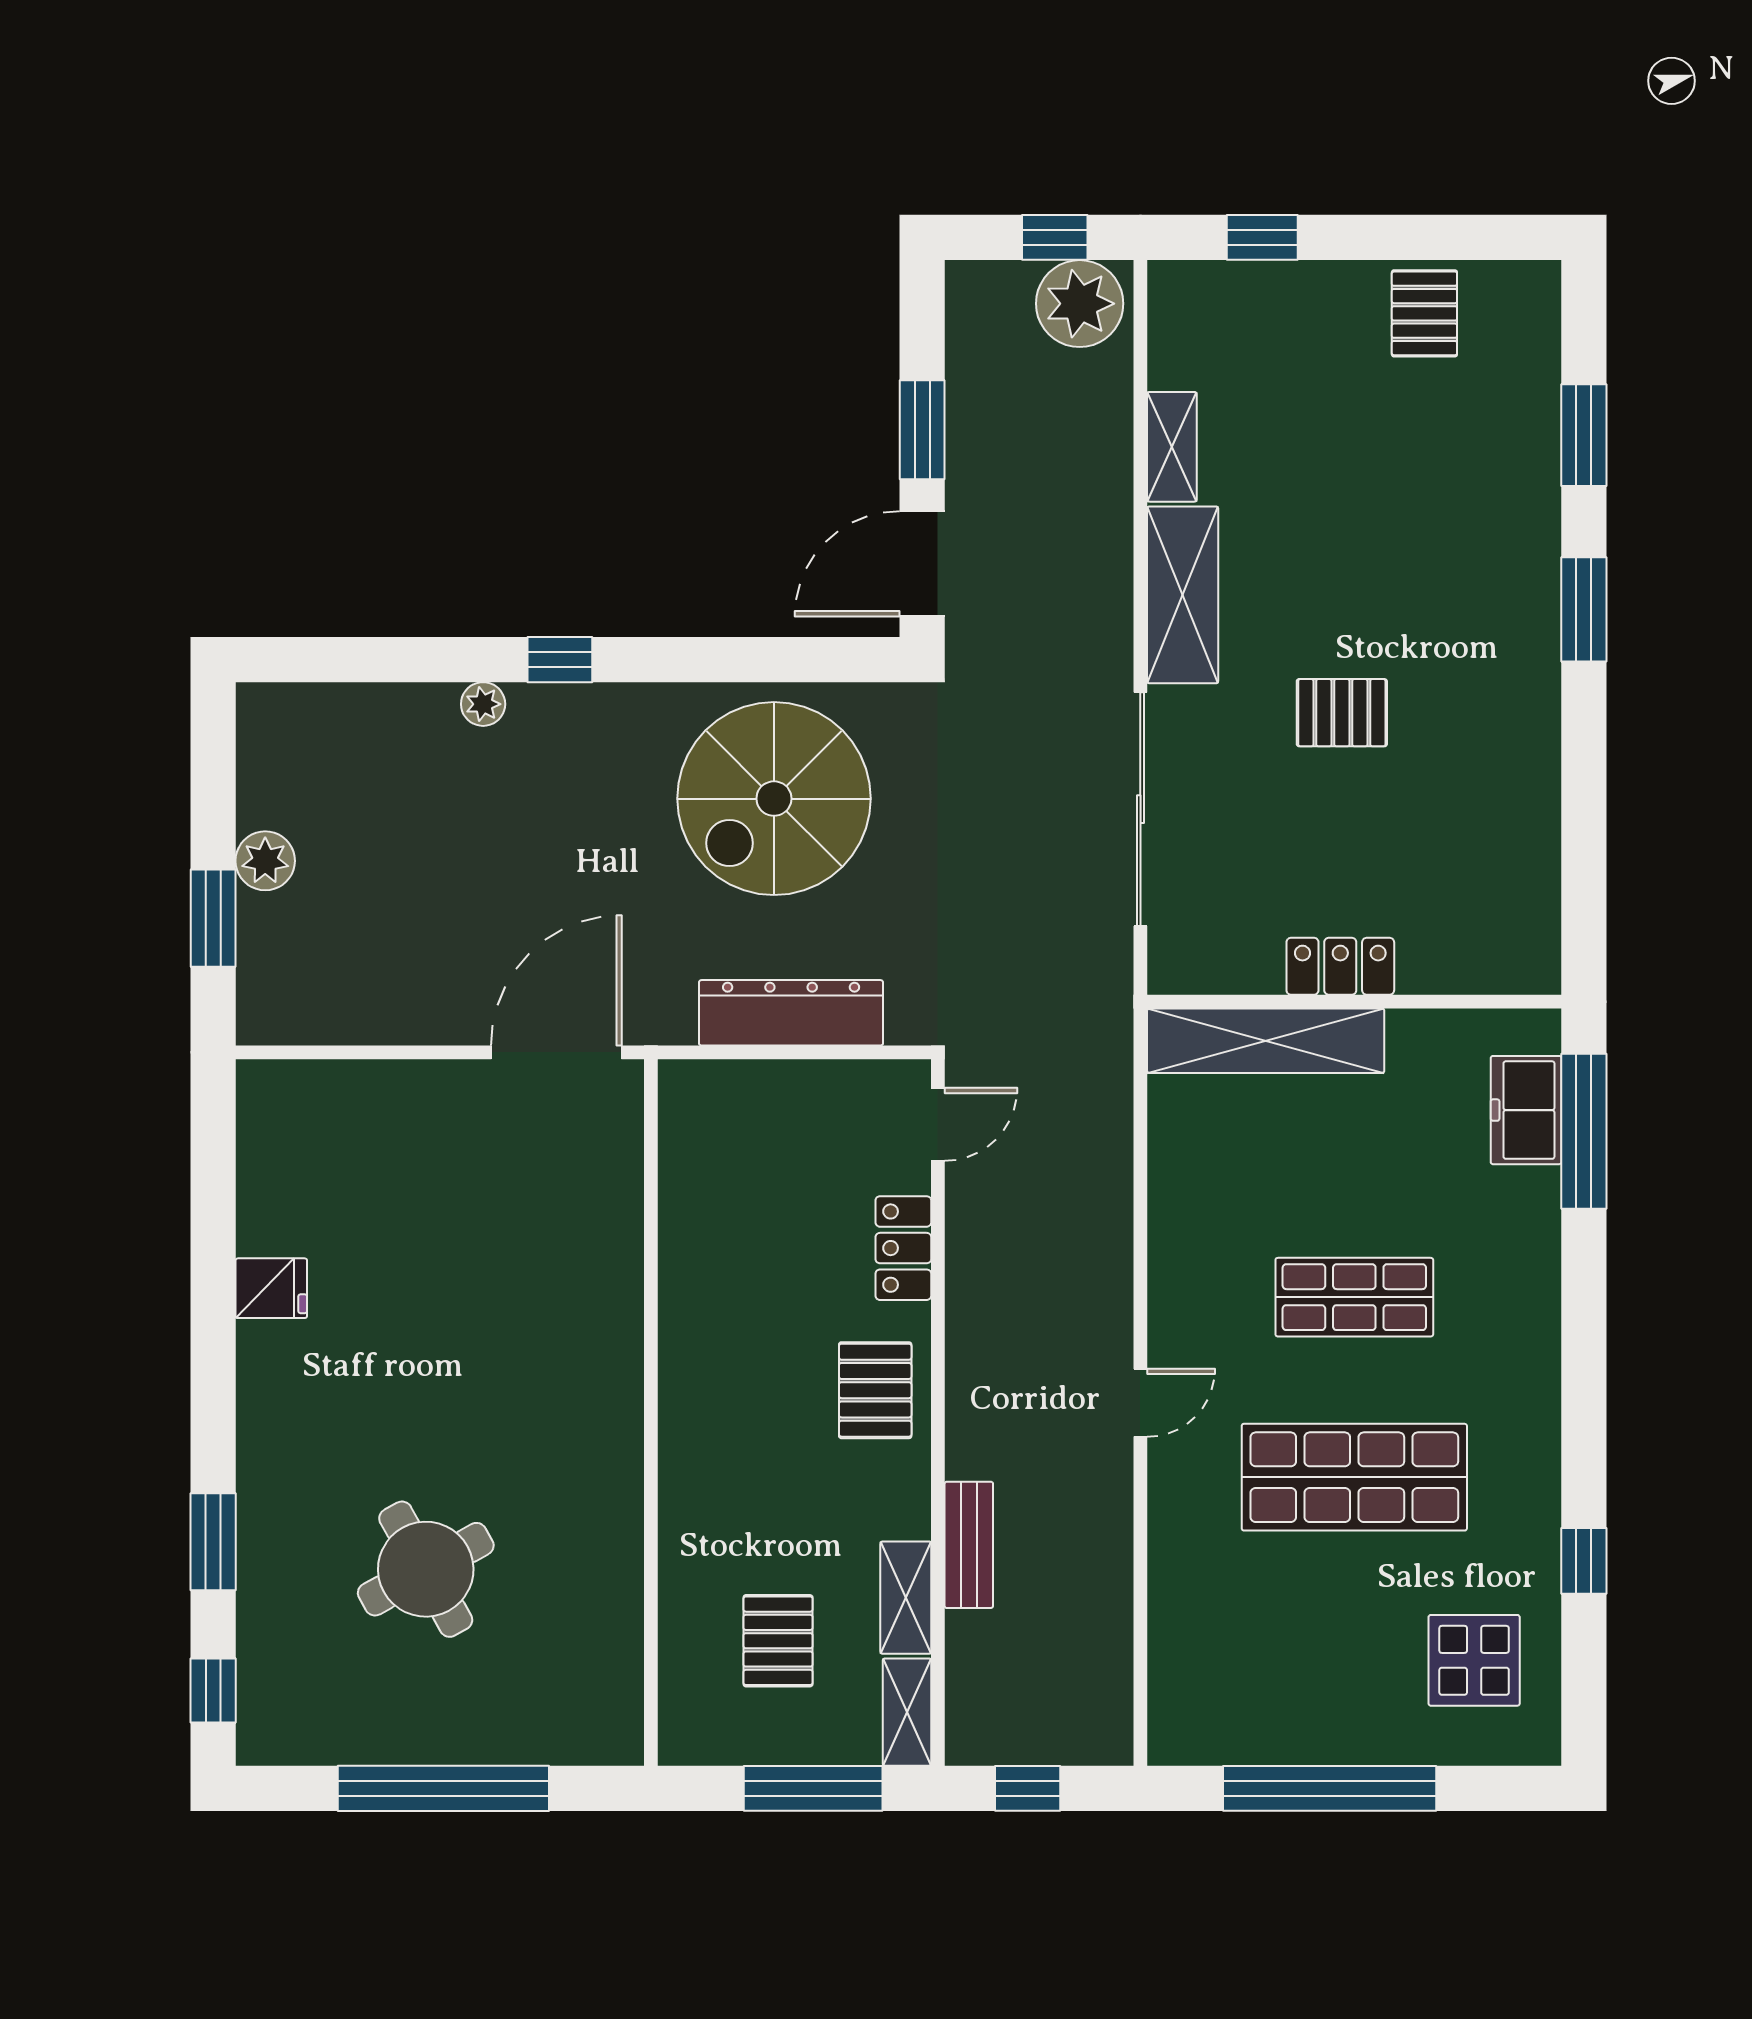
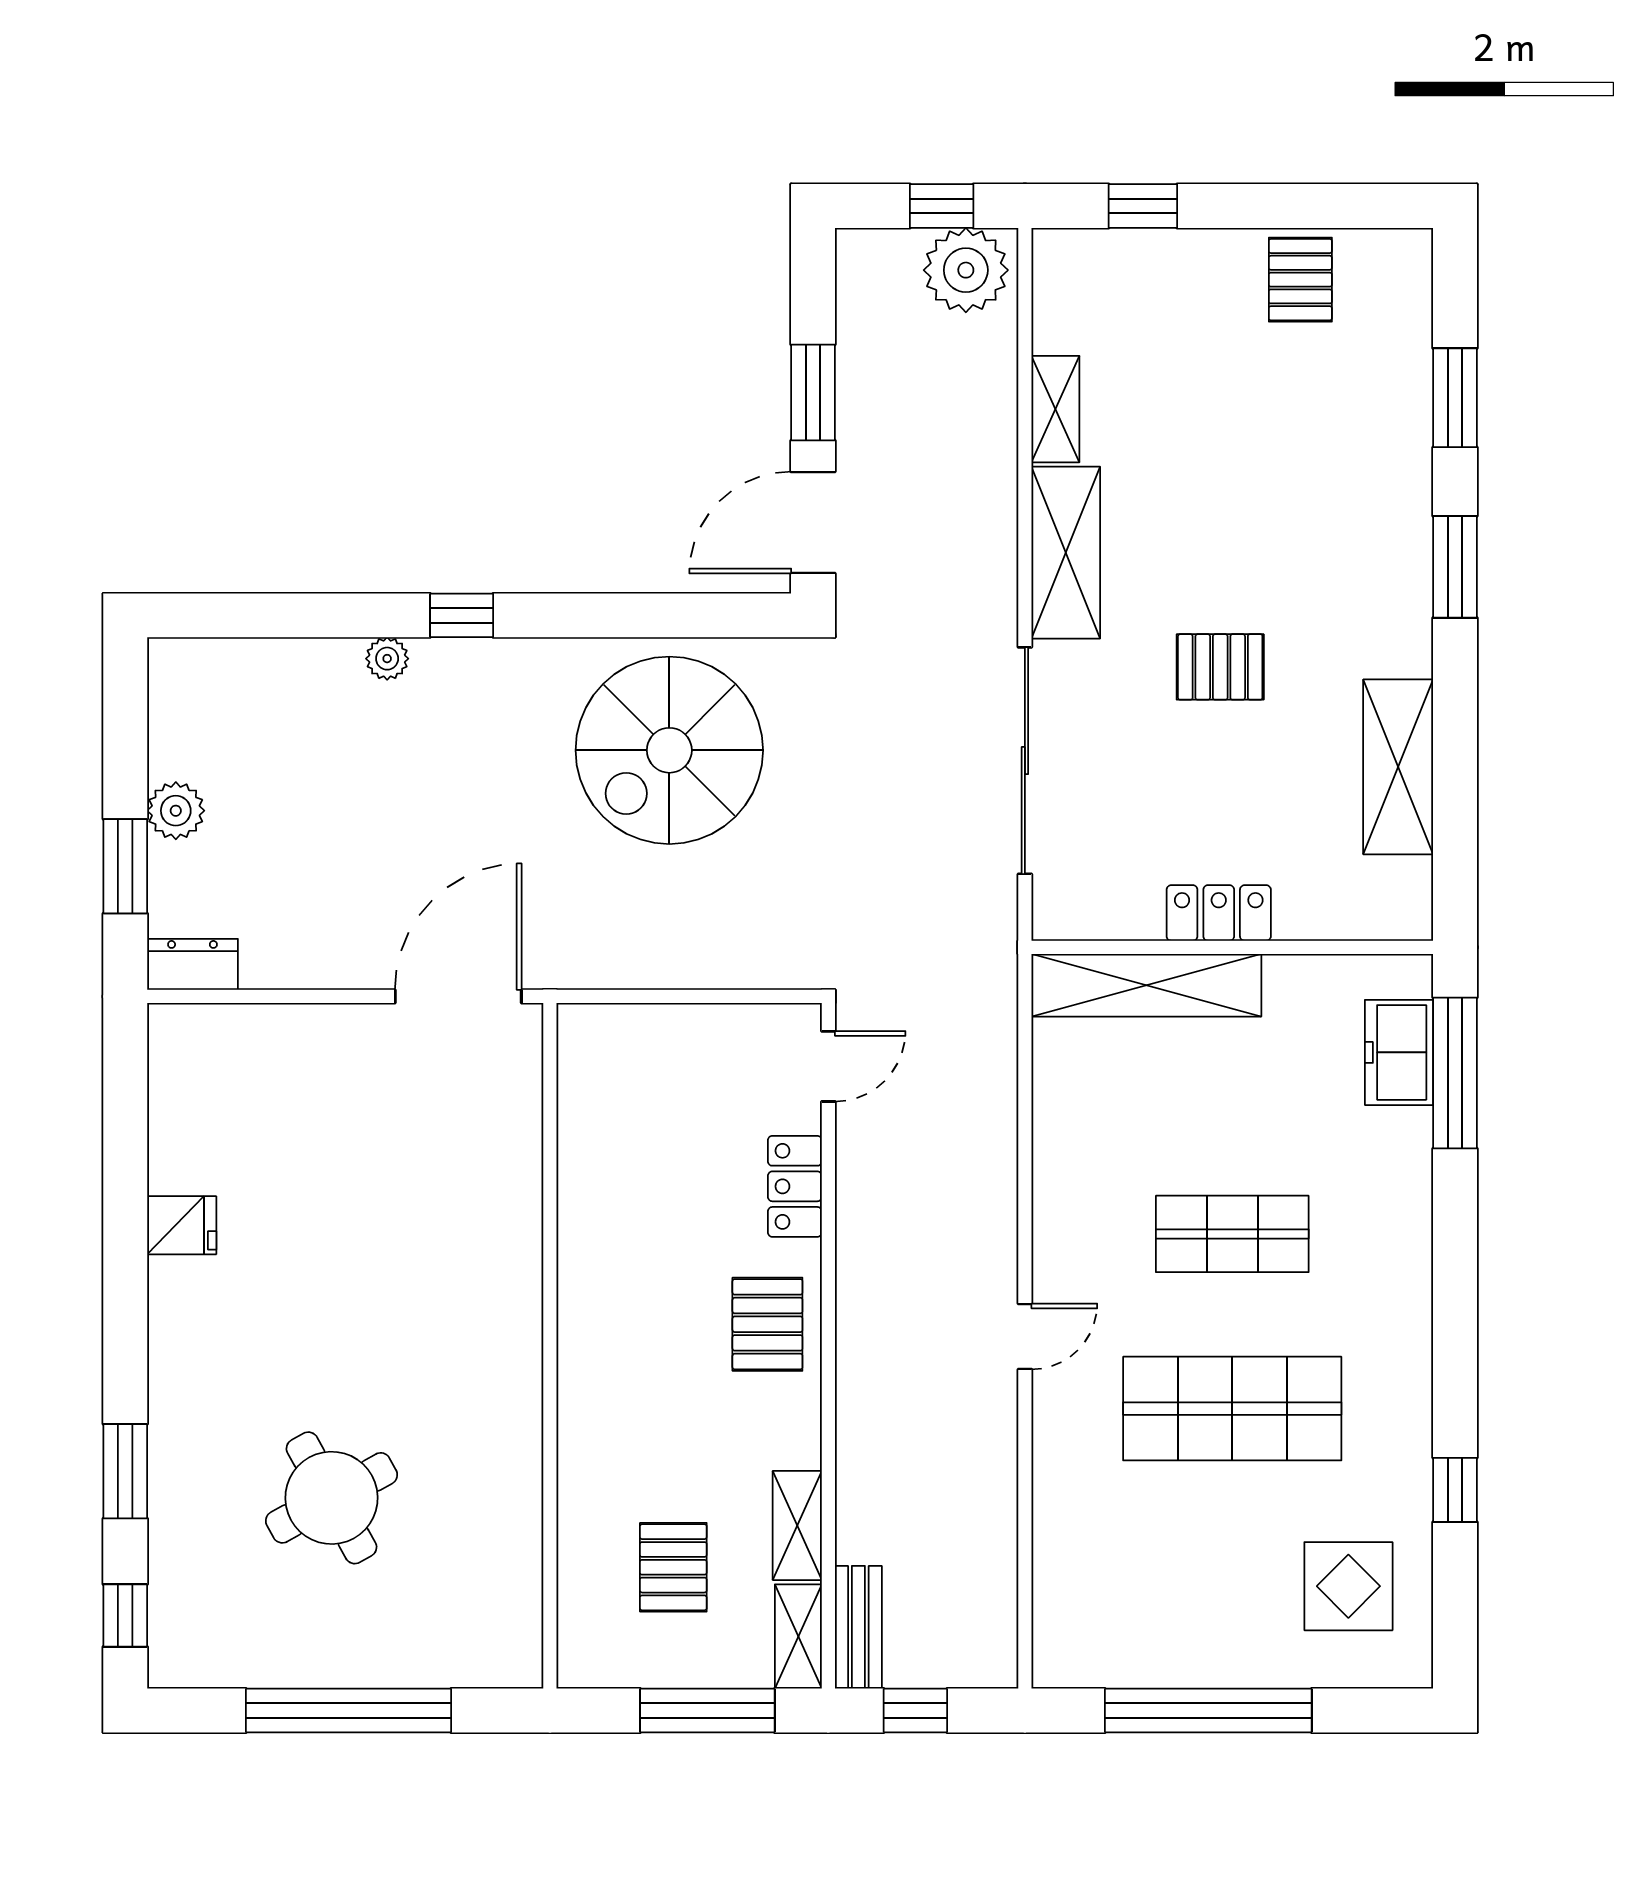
shelving: (1525, 816) -> (1398, 767), added
dresser: (791, 1013) -> (192, 964), moved, width x0.51, depth x0.80
bench: (969, 1545) -> (858, 1627), moved

